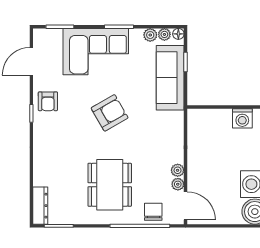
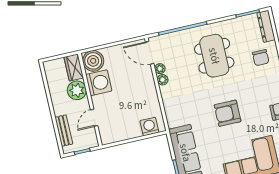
armchair: (110, 113) -> (228, 113), turned 30
washing machine: (242, 118) -> (149, 127), moved
chair: (153, 212) -> (261, 58), moved

